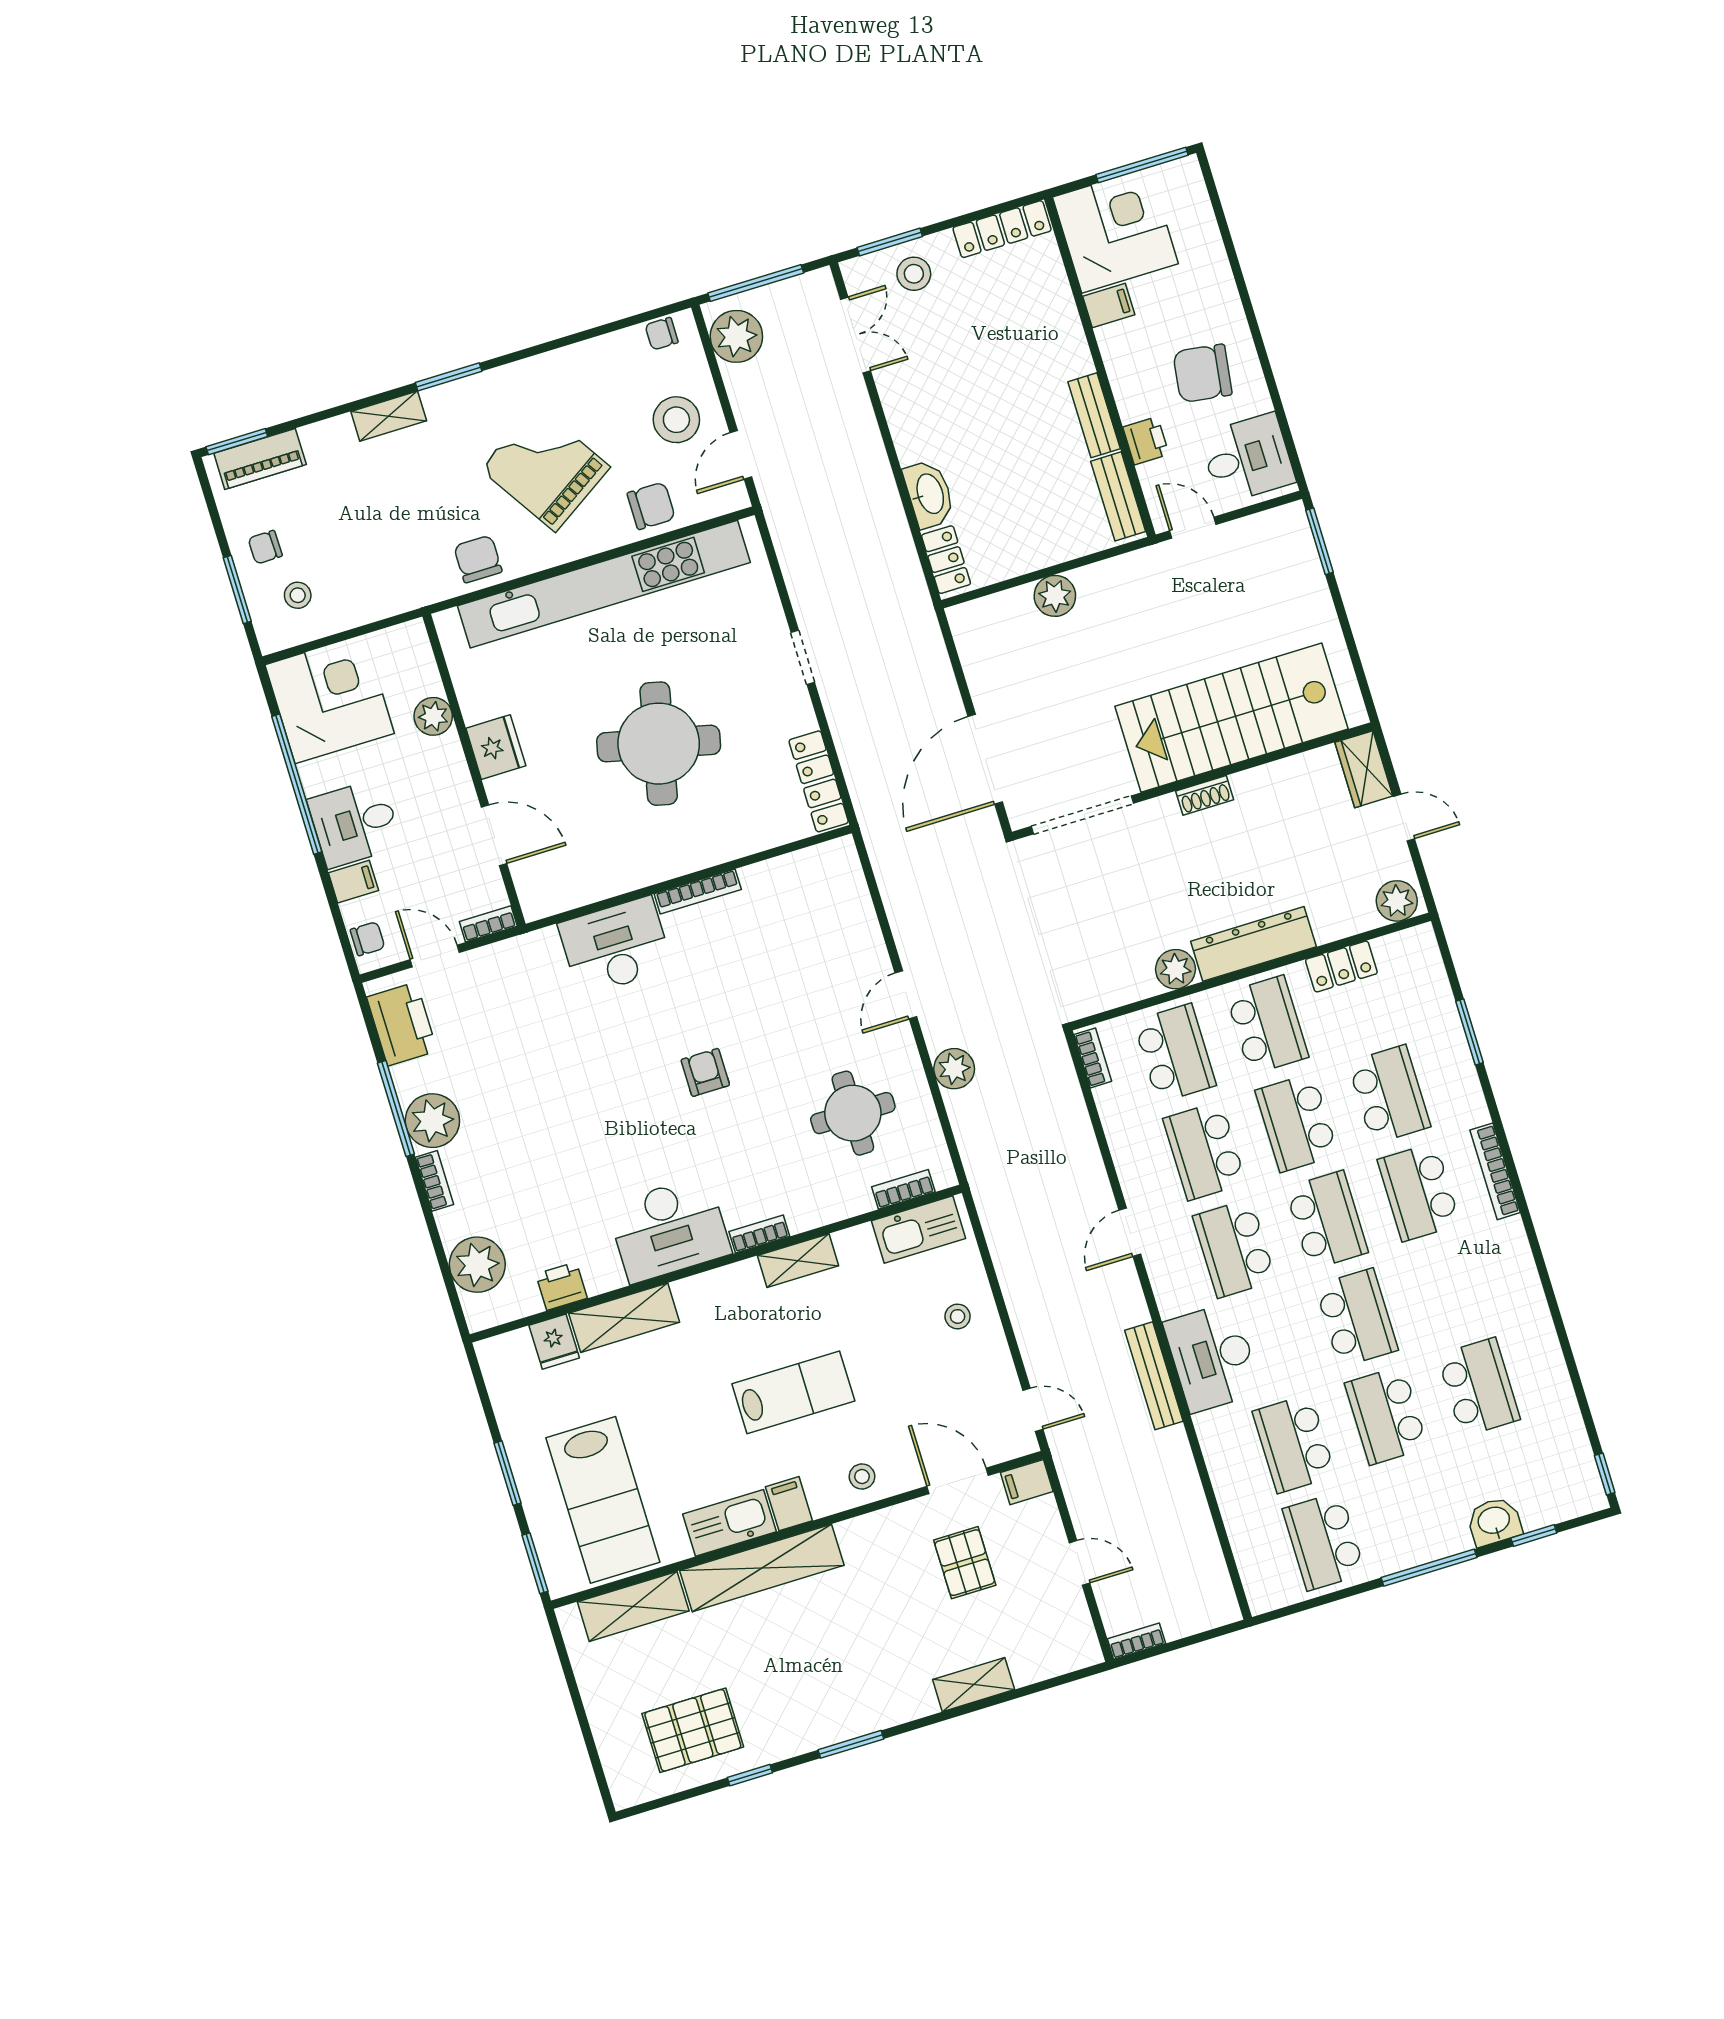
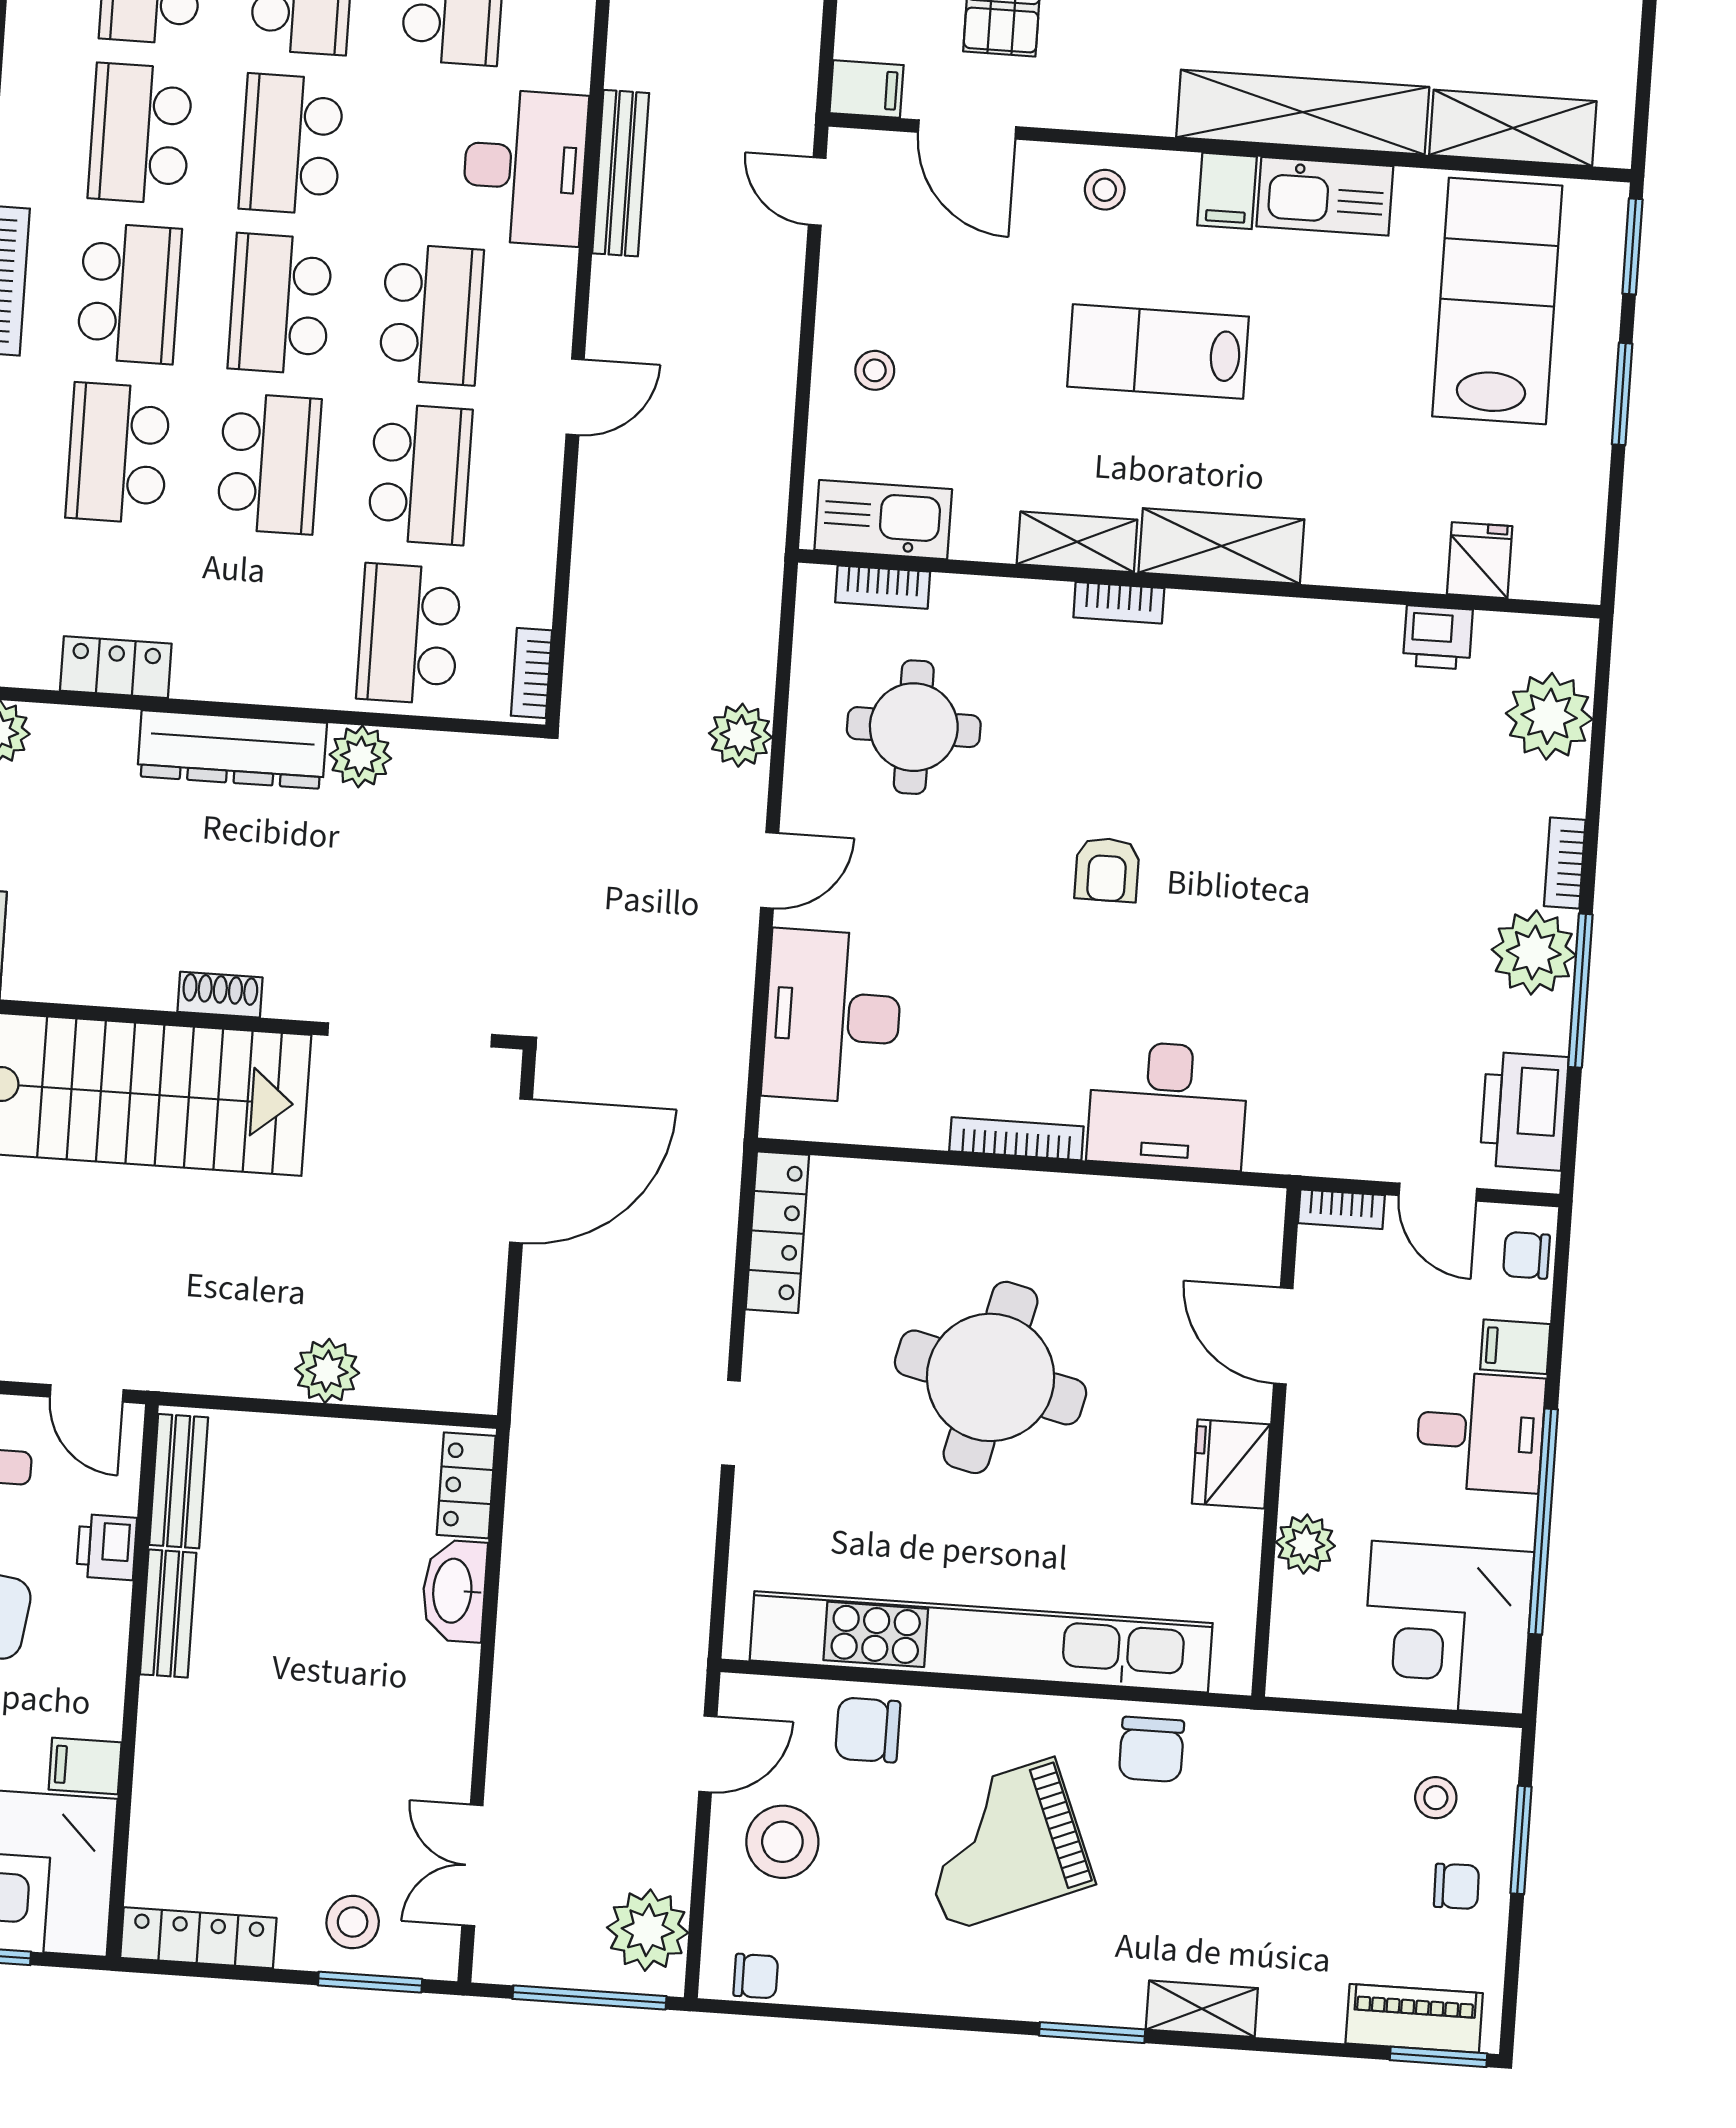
grand piano: (545, 468) -> (1002, 1844), turned 101
school desk: (1267, 1025) -> (140, 134), moved
desk: (669, 1229) -> (833, 1016), moved, turned -90
shelving: (624, 1318) -> (1221, 546), moved

